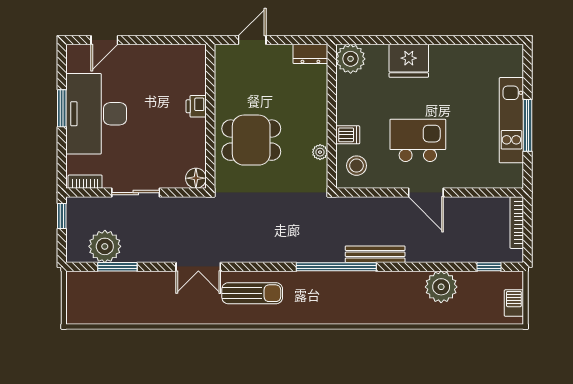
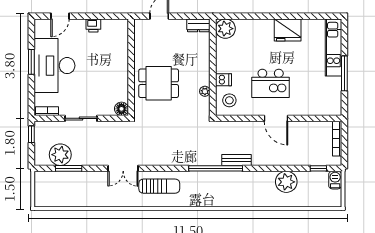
fridge: (409, 61) -> (288, 30), moved
printer: (196, 106) -> (93, 25), moved, turned -90
kitchen unit: (511, 120) -> (333, 47), moved
kitchen island: (418, 140) -> (271, 83), turned 180
bench: (375, 254) -> (237, 160), width x0.73
barbecue: (514, 303) -> (335, 180), moved

